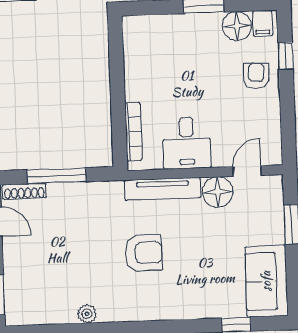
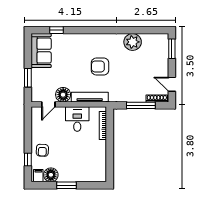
plant: (87, 314) -> (133, 42), width x1.87, depth x1.87

